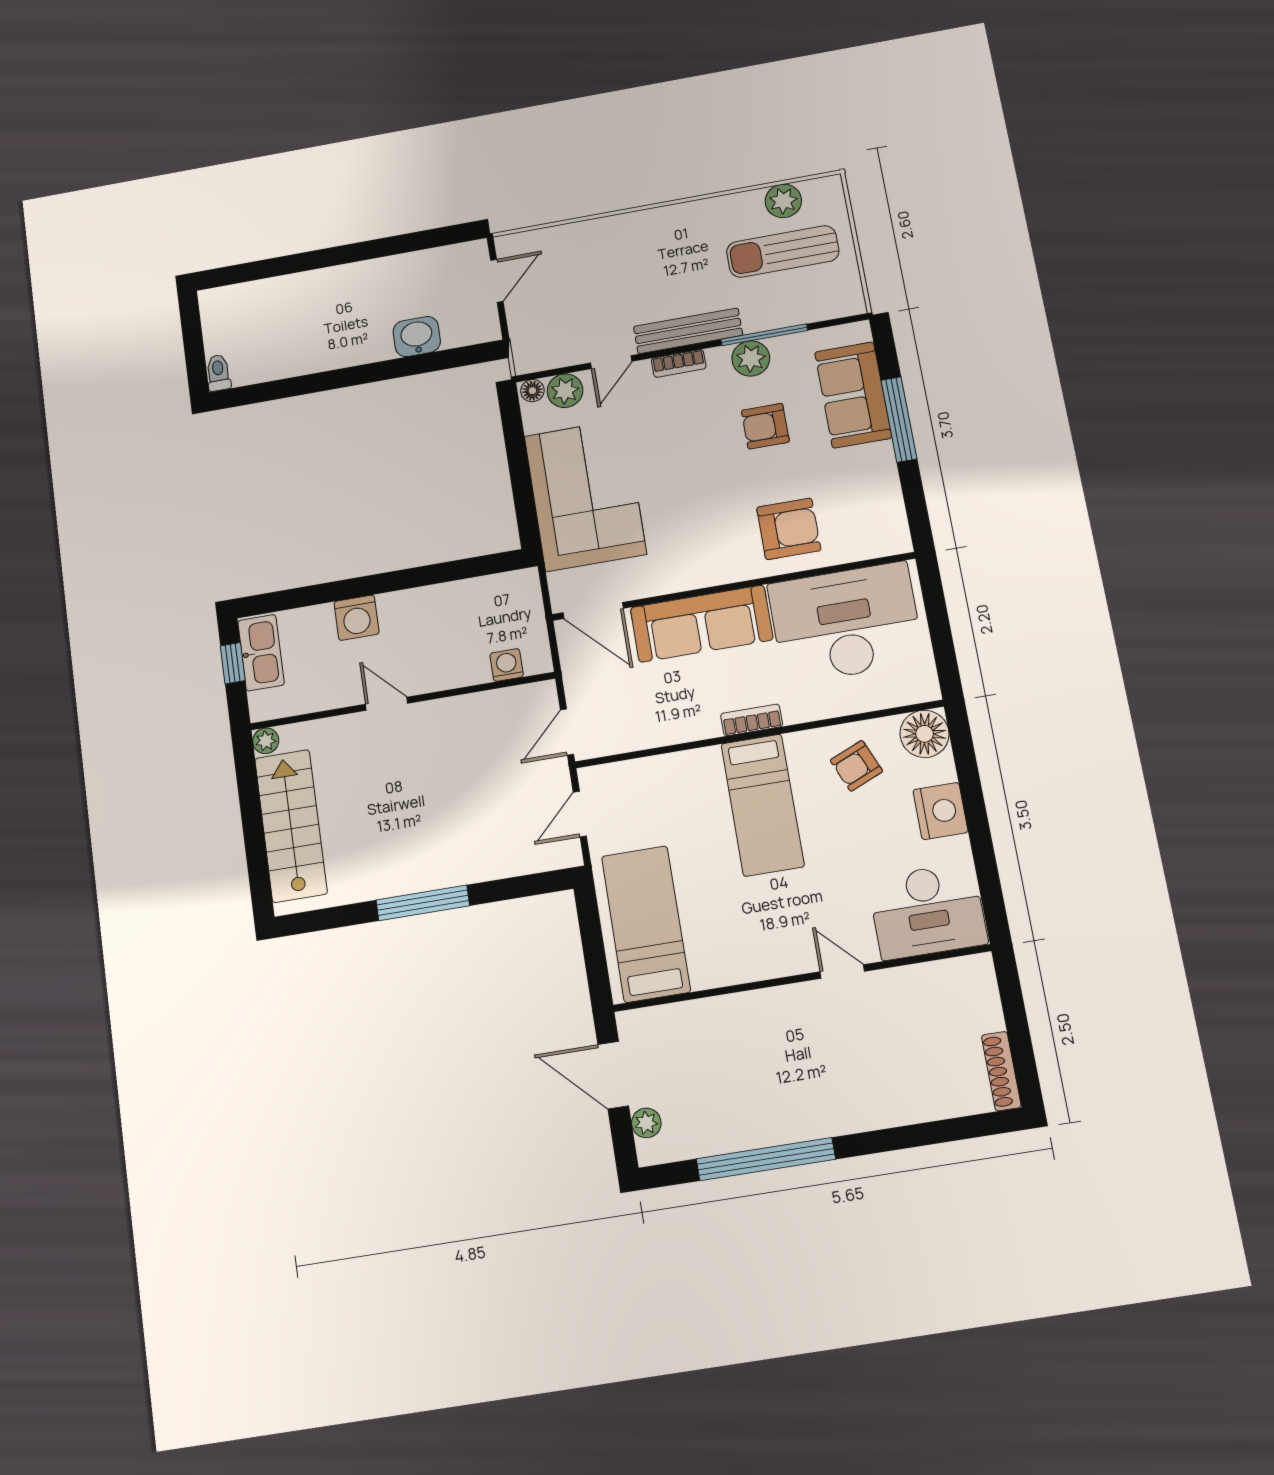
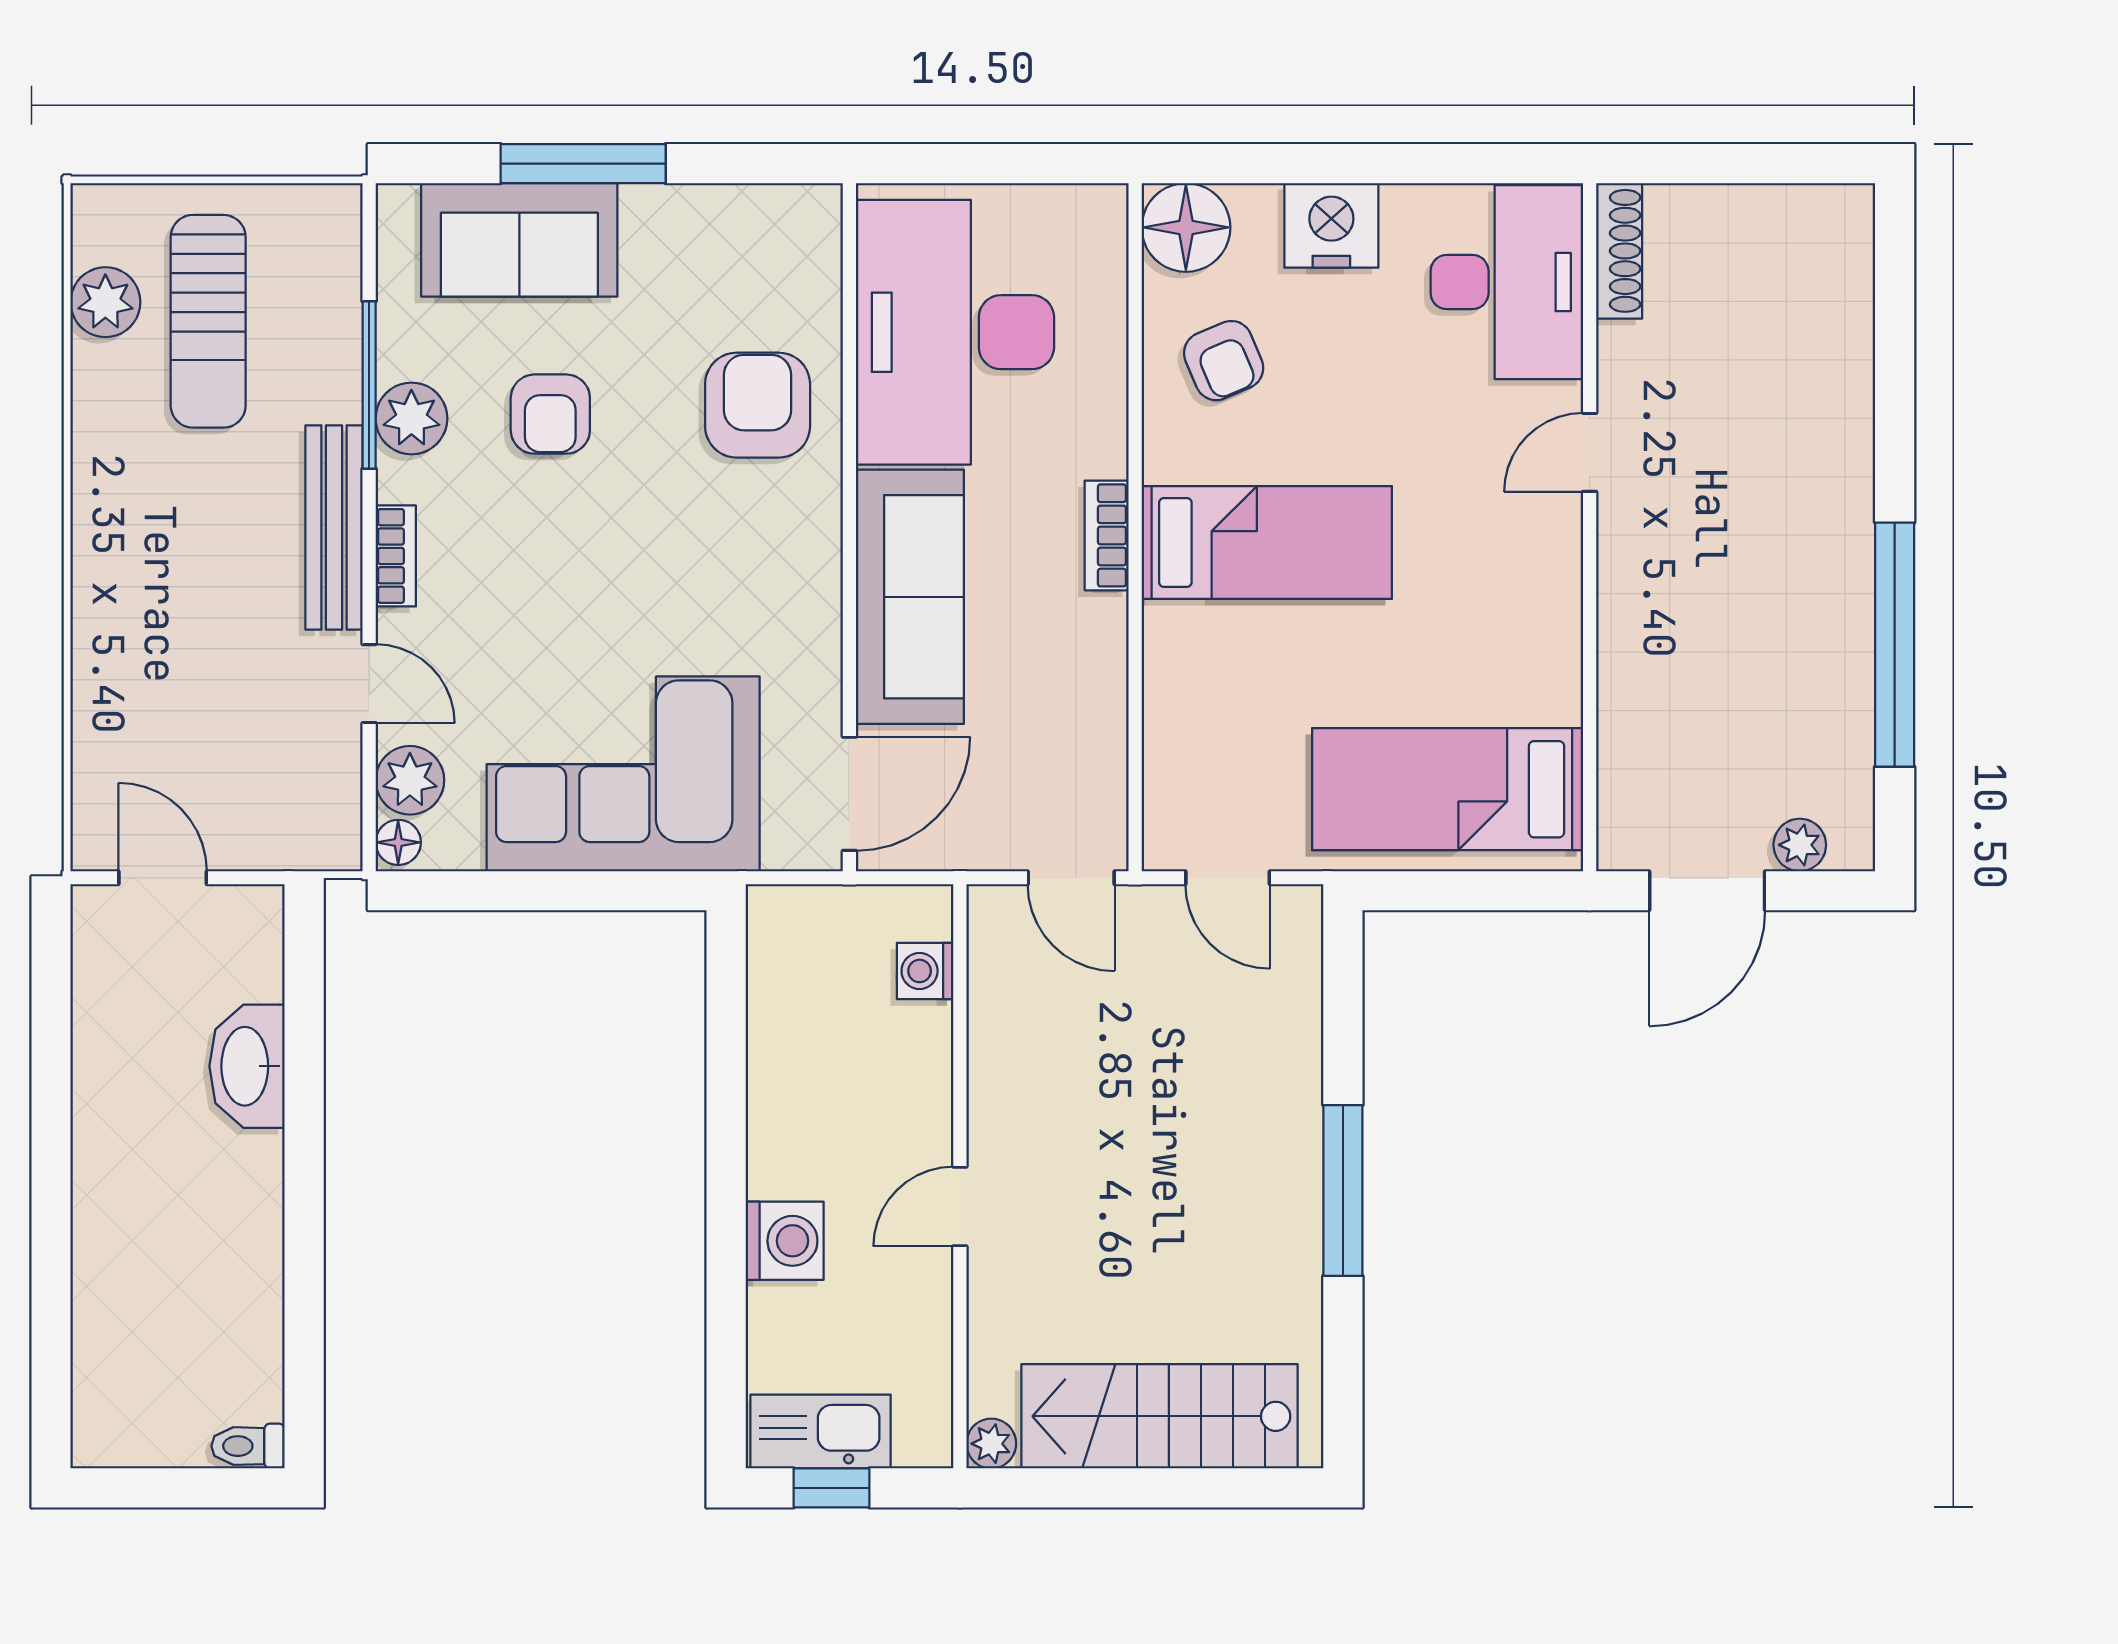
washbasin: (417, 337) -> (247, 1066), width x1.38
shoe rack: (1001, 1071) -> (1619, 251), moved, turned -90

